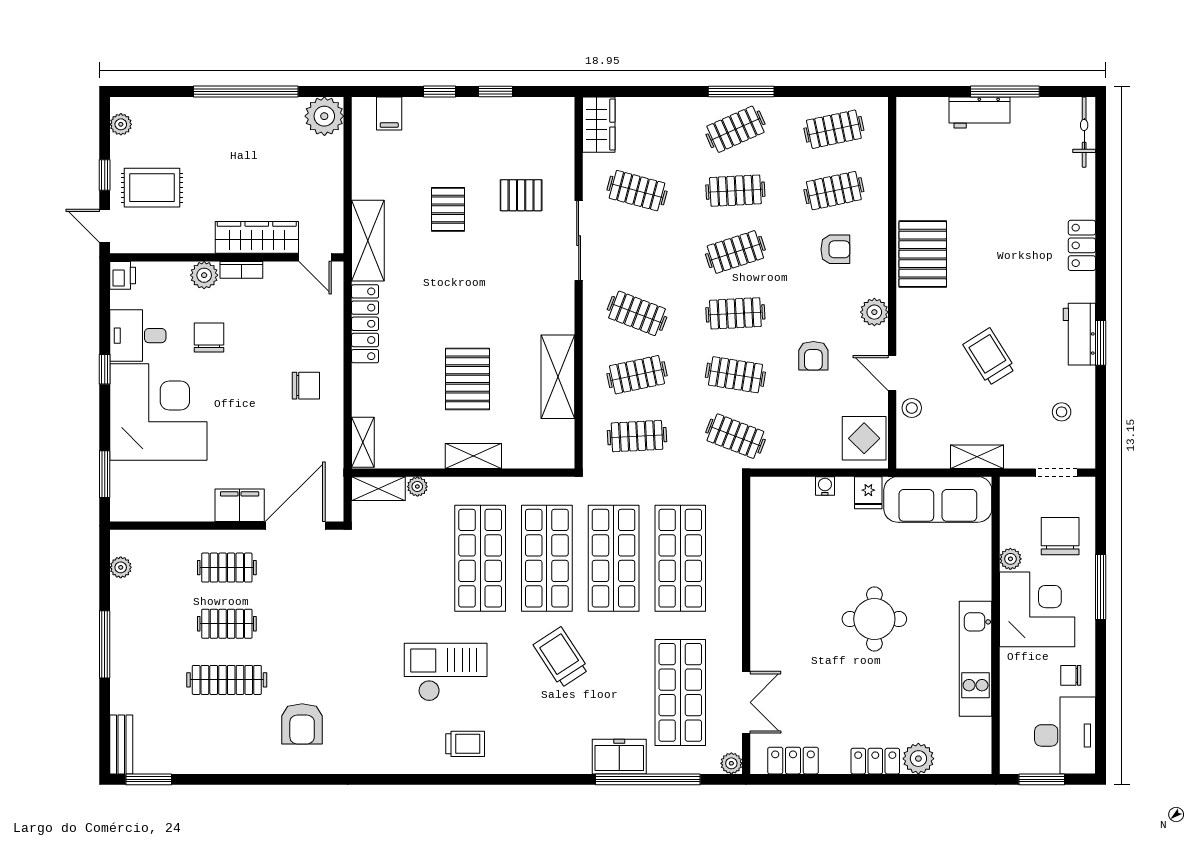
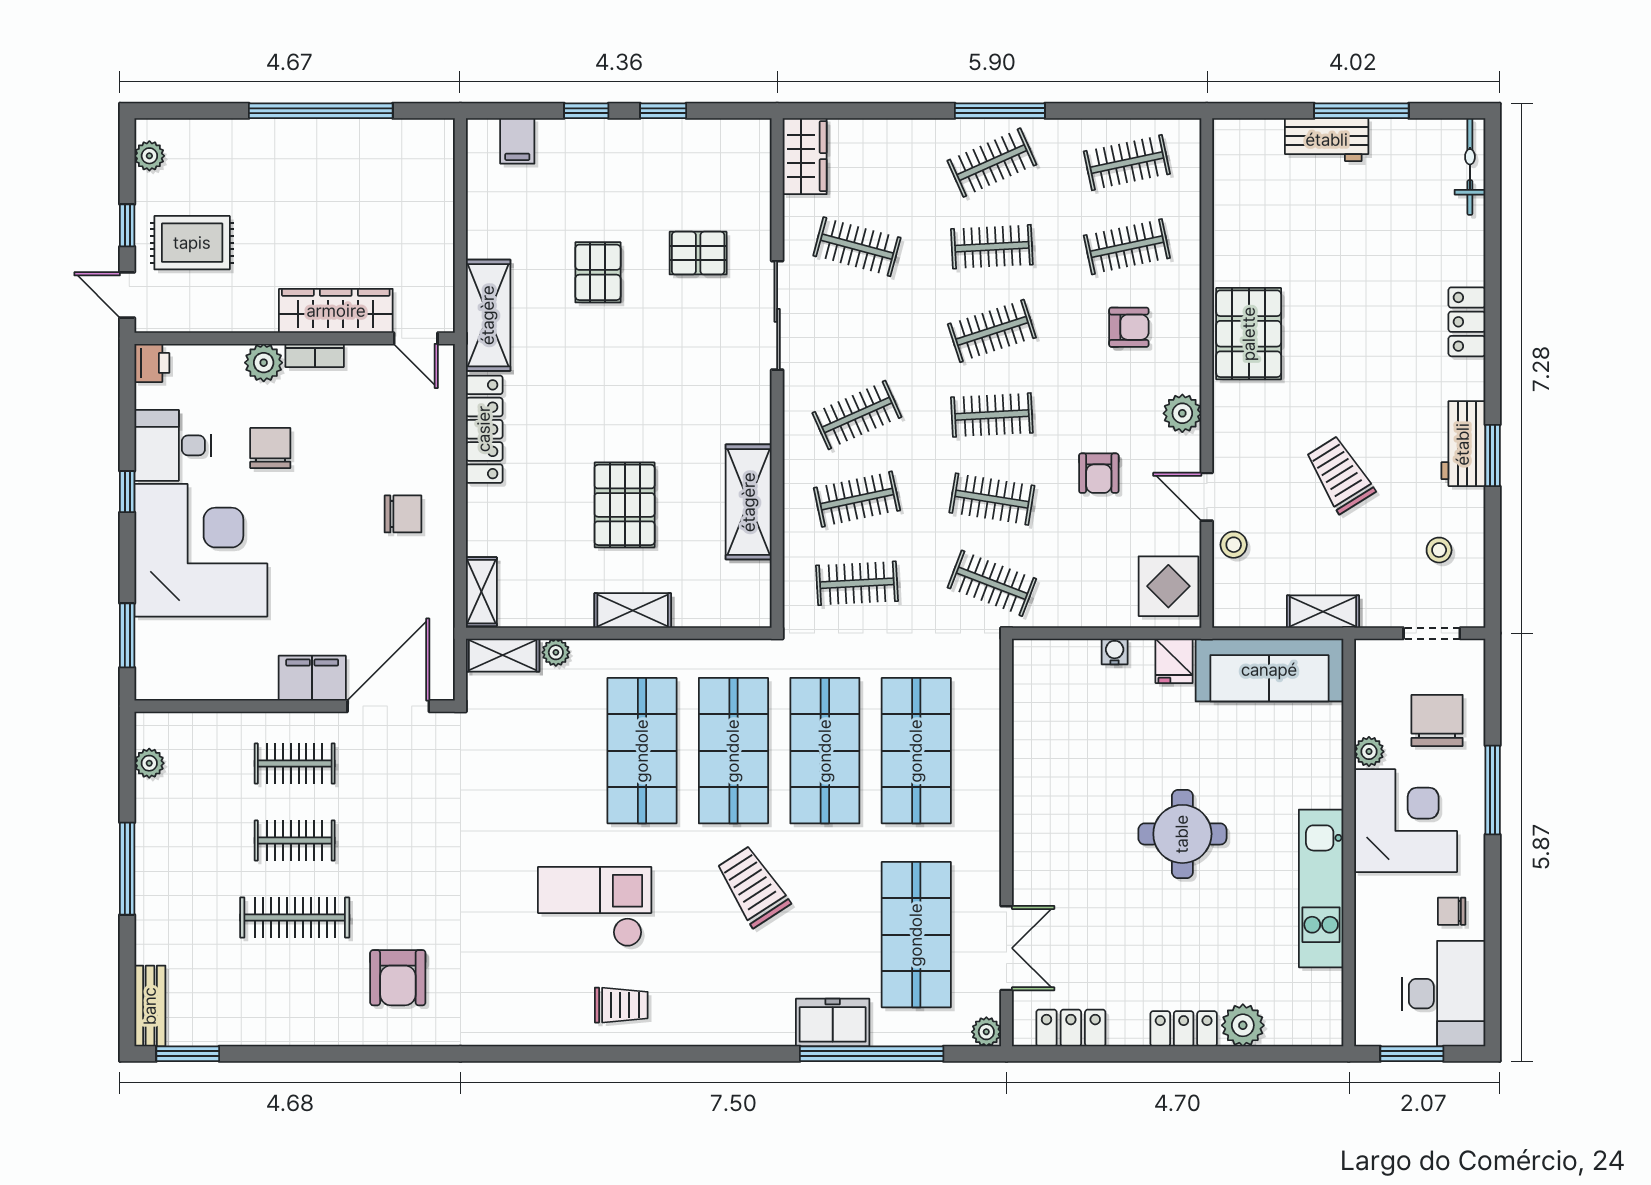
plant: (324, 116) -> (428, 145), removed
clothes rail: (637, 313) -> (857, 415), turned -45

